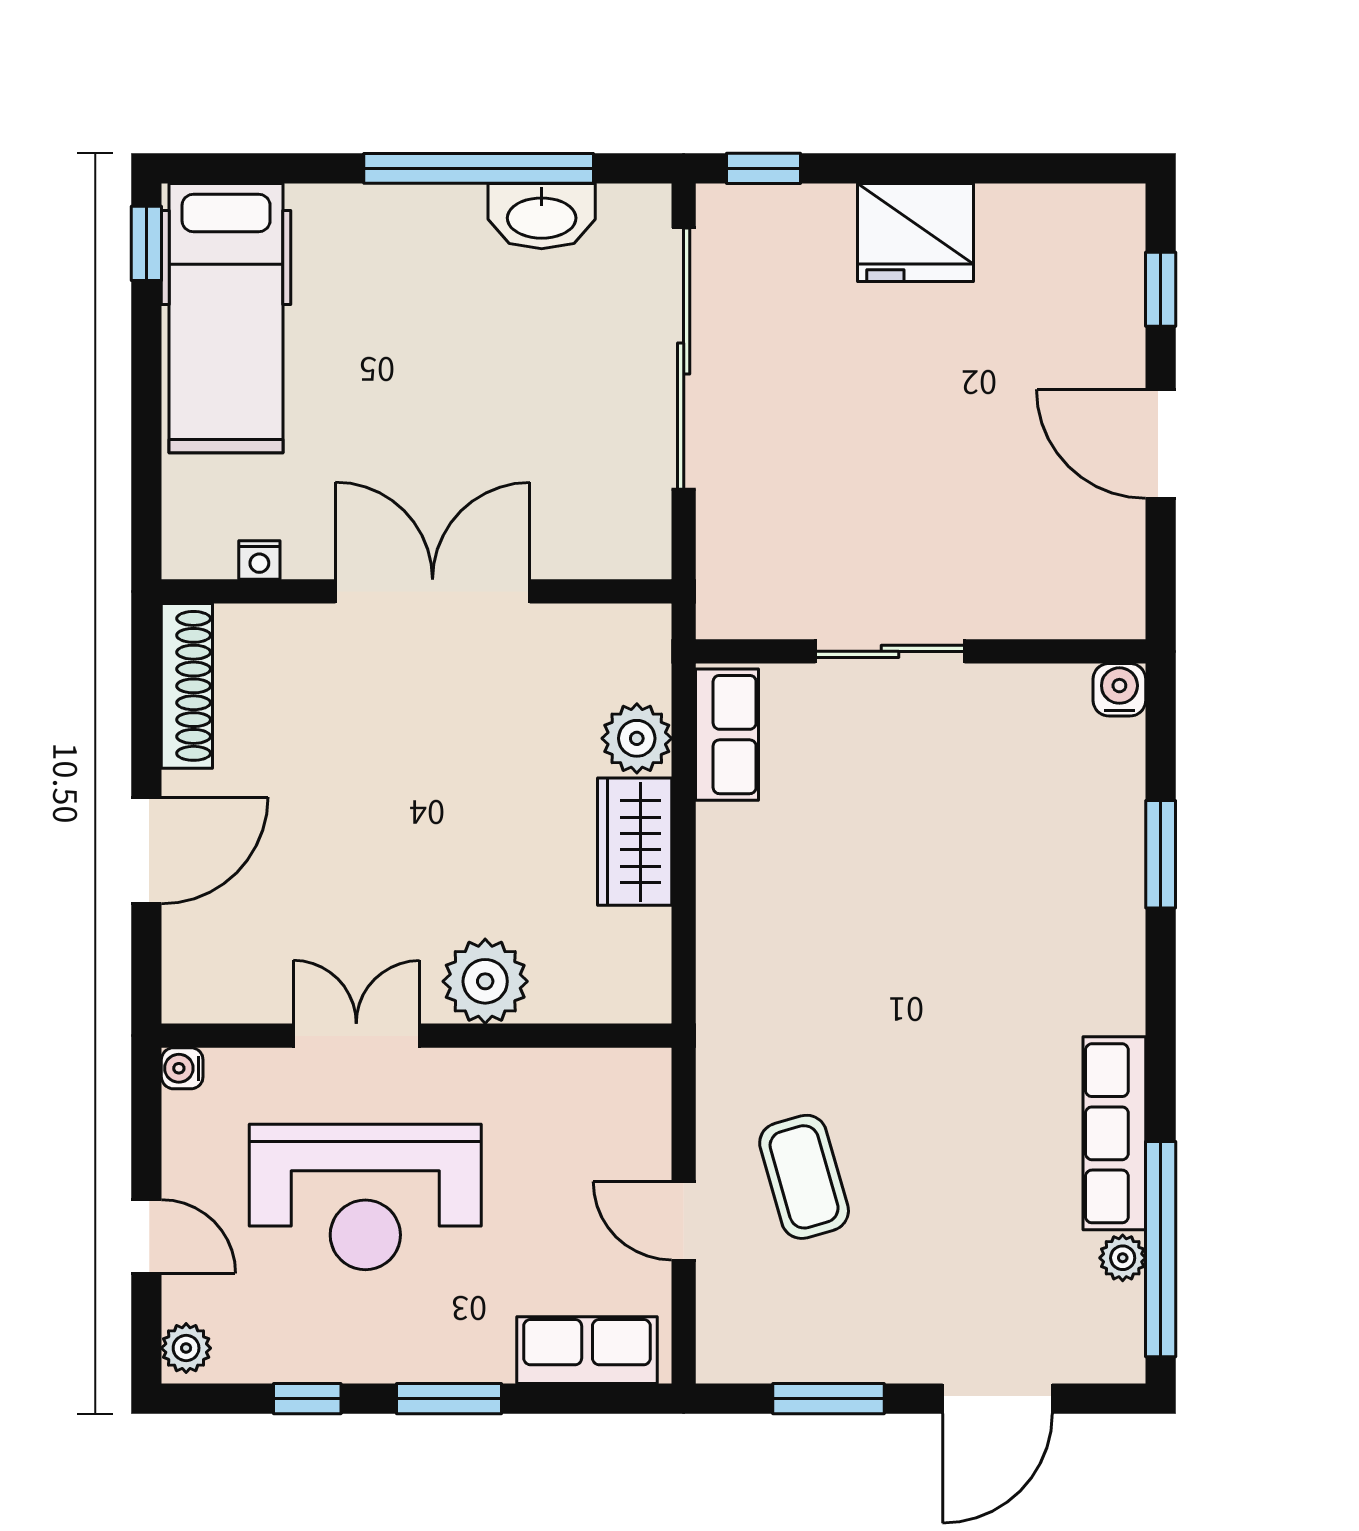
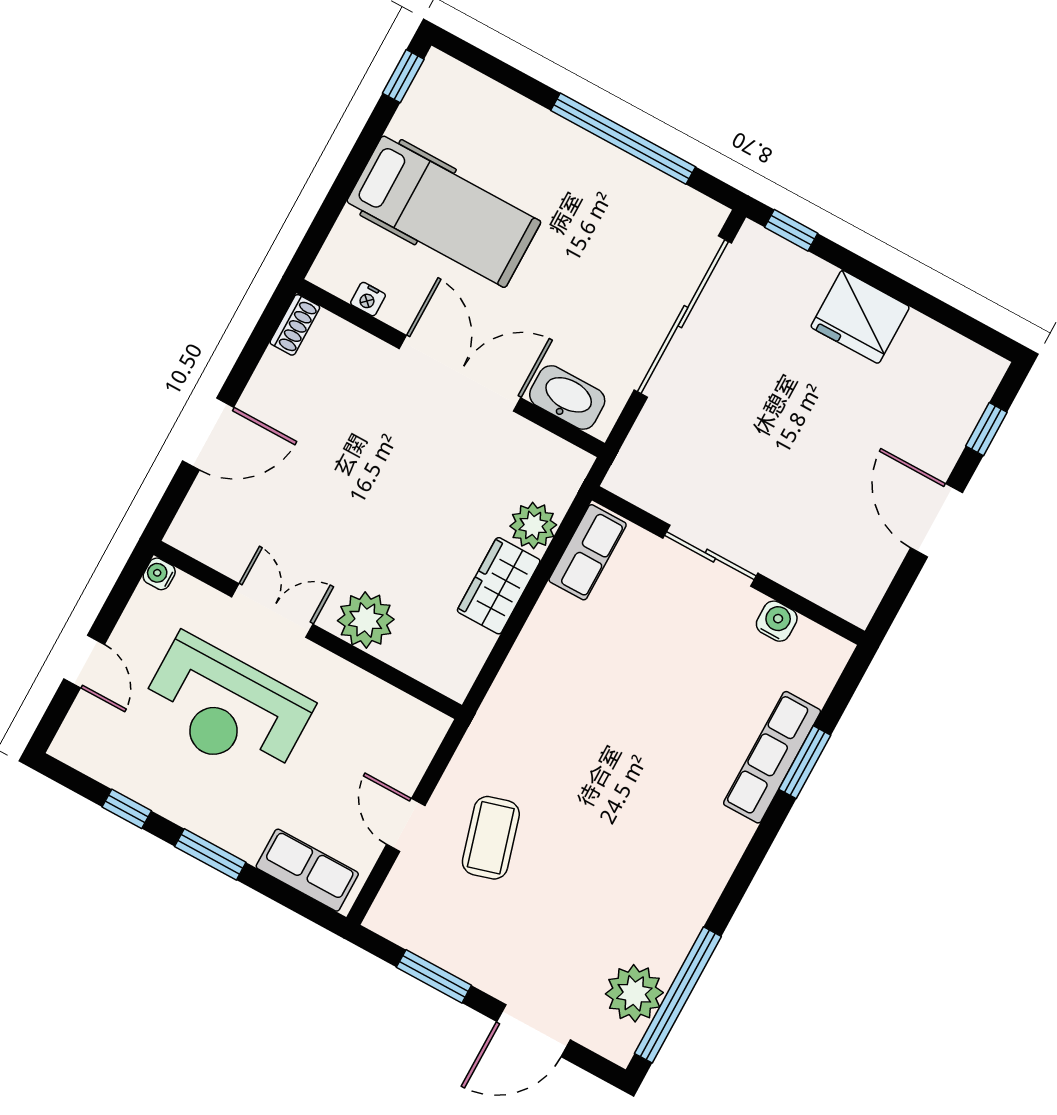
washbasin: (542, 216) -> (567, 398), moved, turned 180
hospital bed: (226, 318) -> (444, 212), moved, turned -90
shoe rack: (187, 686) -> (295, 325), width x0.51, depth x0.81
water cooler: (1119, 690) -> (777, 621), moved
row of seats: (1114, 1133) -> (772, 757), moved
plant: (1123, 1258) -> (634, 993), width x1.87, depth x1.87
plant: (186, 1348) -> (72, 740), removed

